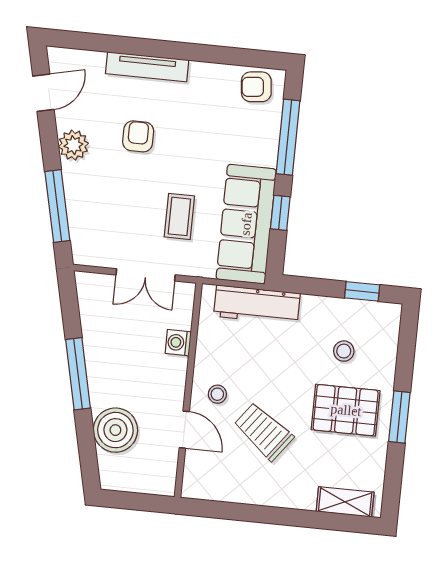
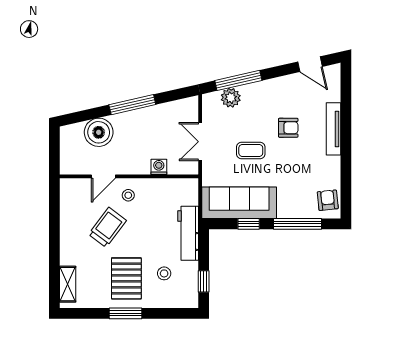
plant: (73, 145) -> (231, 98), moved
coffee table: (179, 216) -> (251, 150), moved
workbench: (257, 305) -> (188, 233), moved

